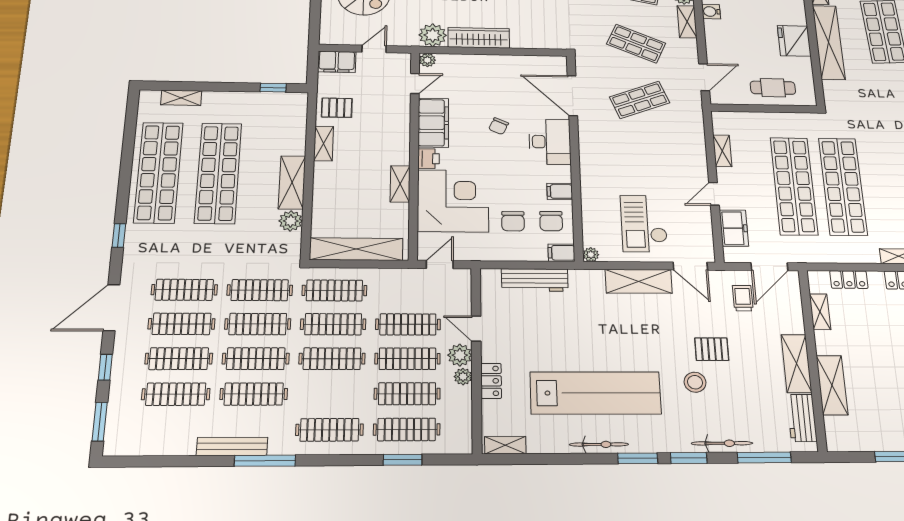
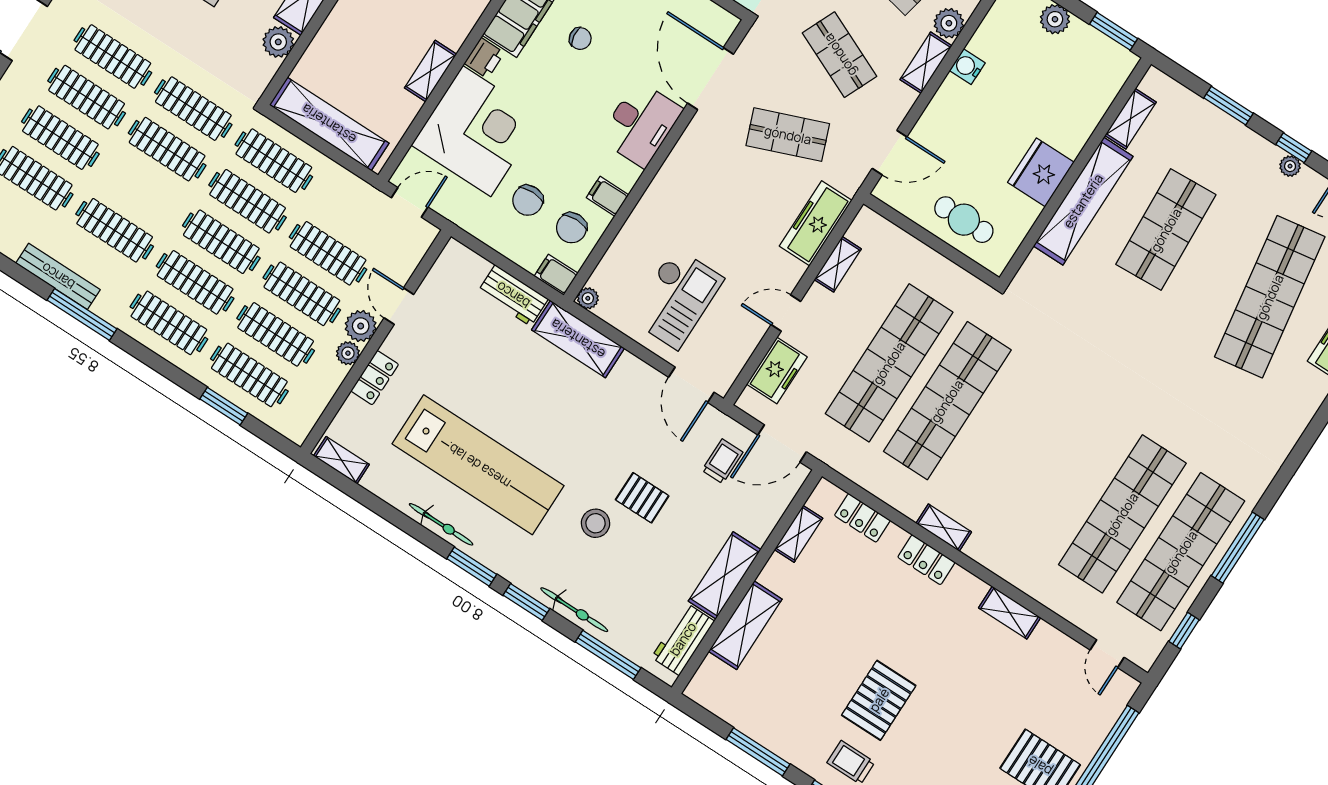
chair: (499, 126) -> (580, 39), moved, turned -123
freezer: (692, 137) -> (816, 223), added
checkout: (644, 224) -> (676, 298), turned 180
workbench: (535, 280) -> (513, 295), width x0.73
shelving: (639, 281) -> (578, 339), moved
clothes rail: (256, 359) -> (195, 282), moved

